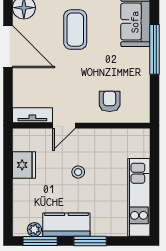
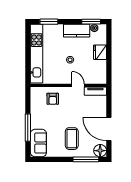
door: (64, 126) -> (78, 85), hinge flipped
fridge: (24, 165) -> (100, 52), moved
kitchen unit: (139, 197) -> (36, 54), width x1.36
window: (90, 241) -> (49, 22), moved

